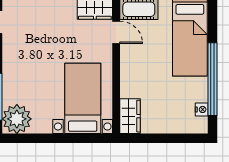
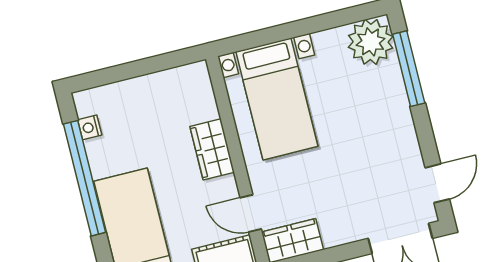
wardrobe: (130, 116) -> (212, 149), moved

